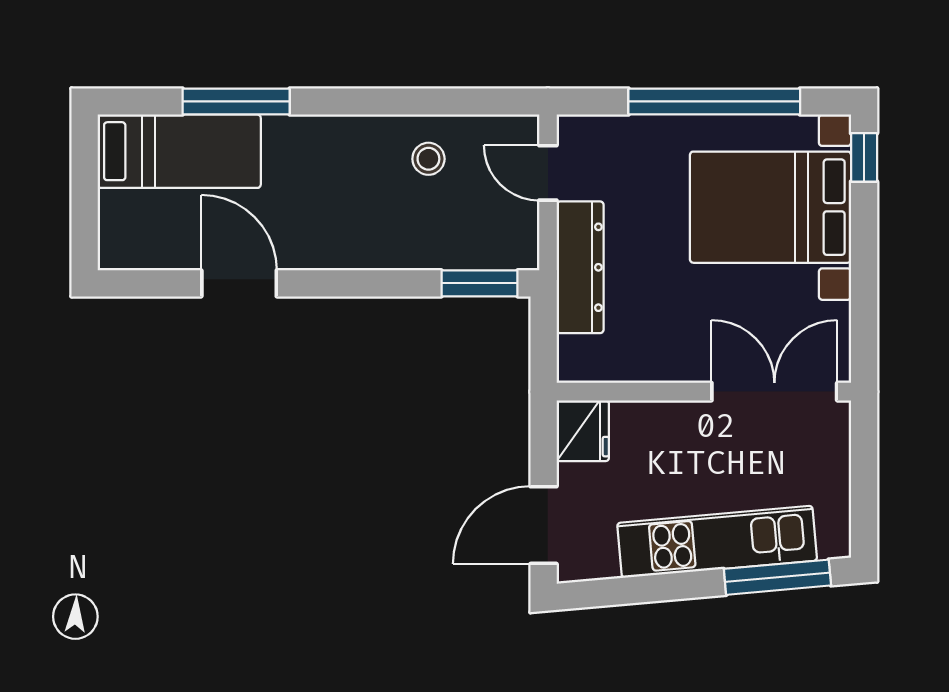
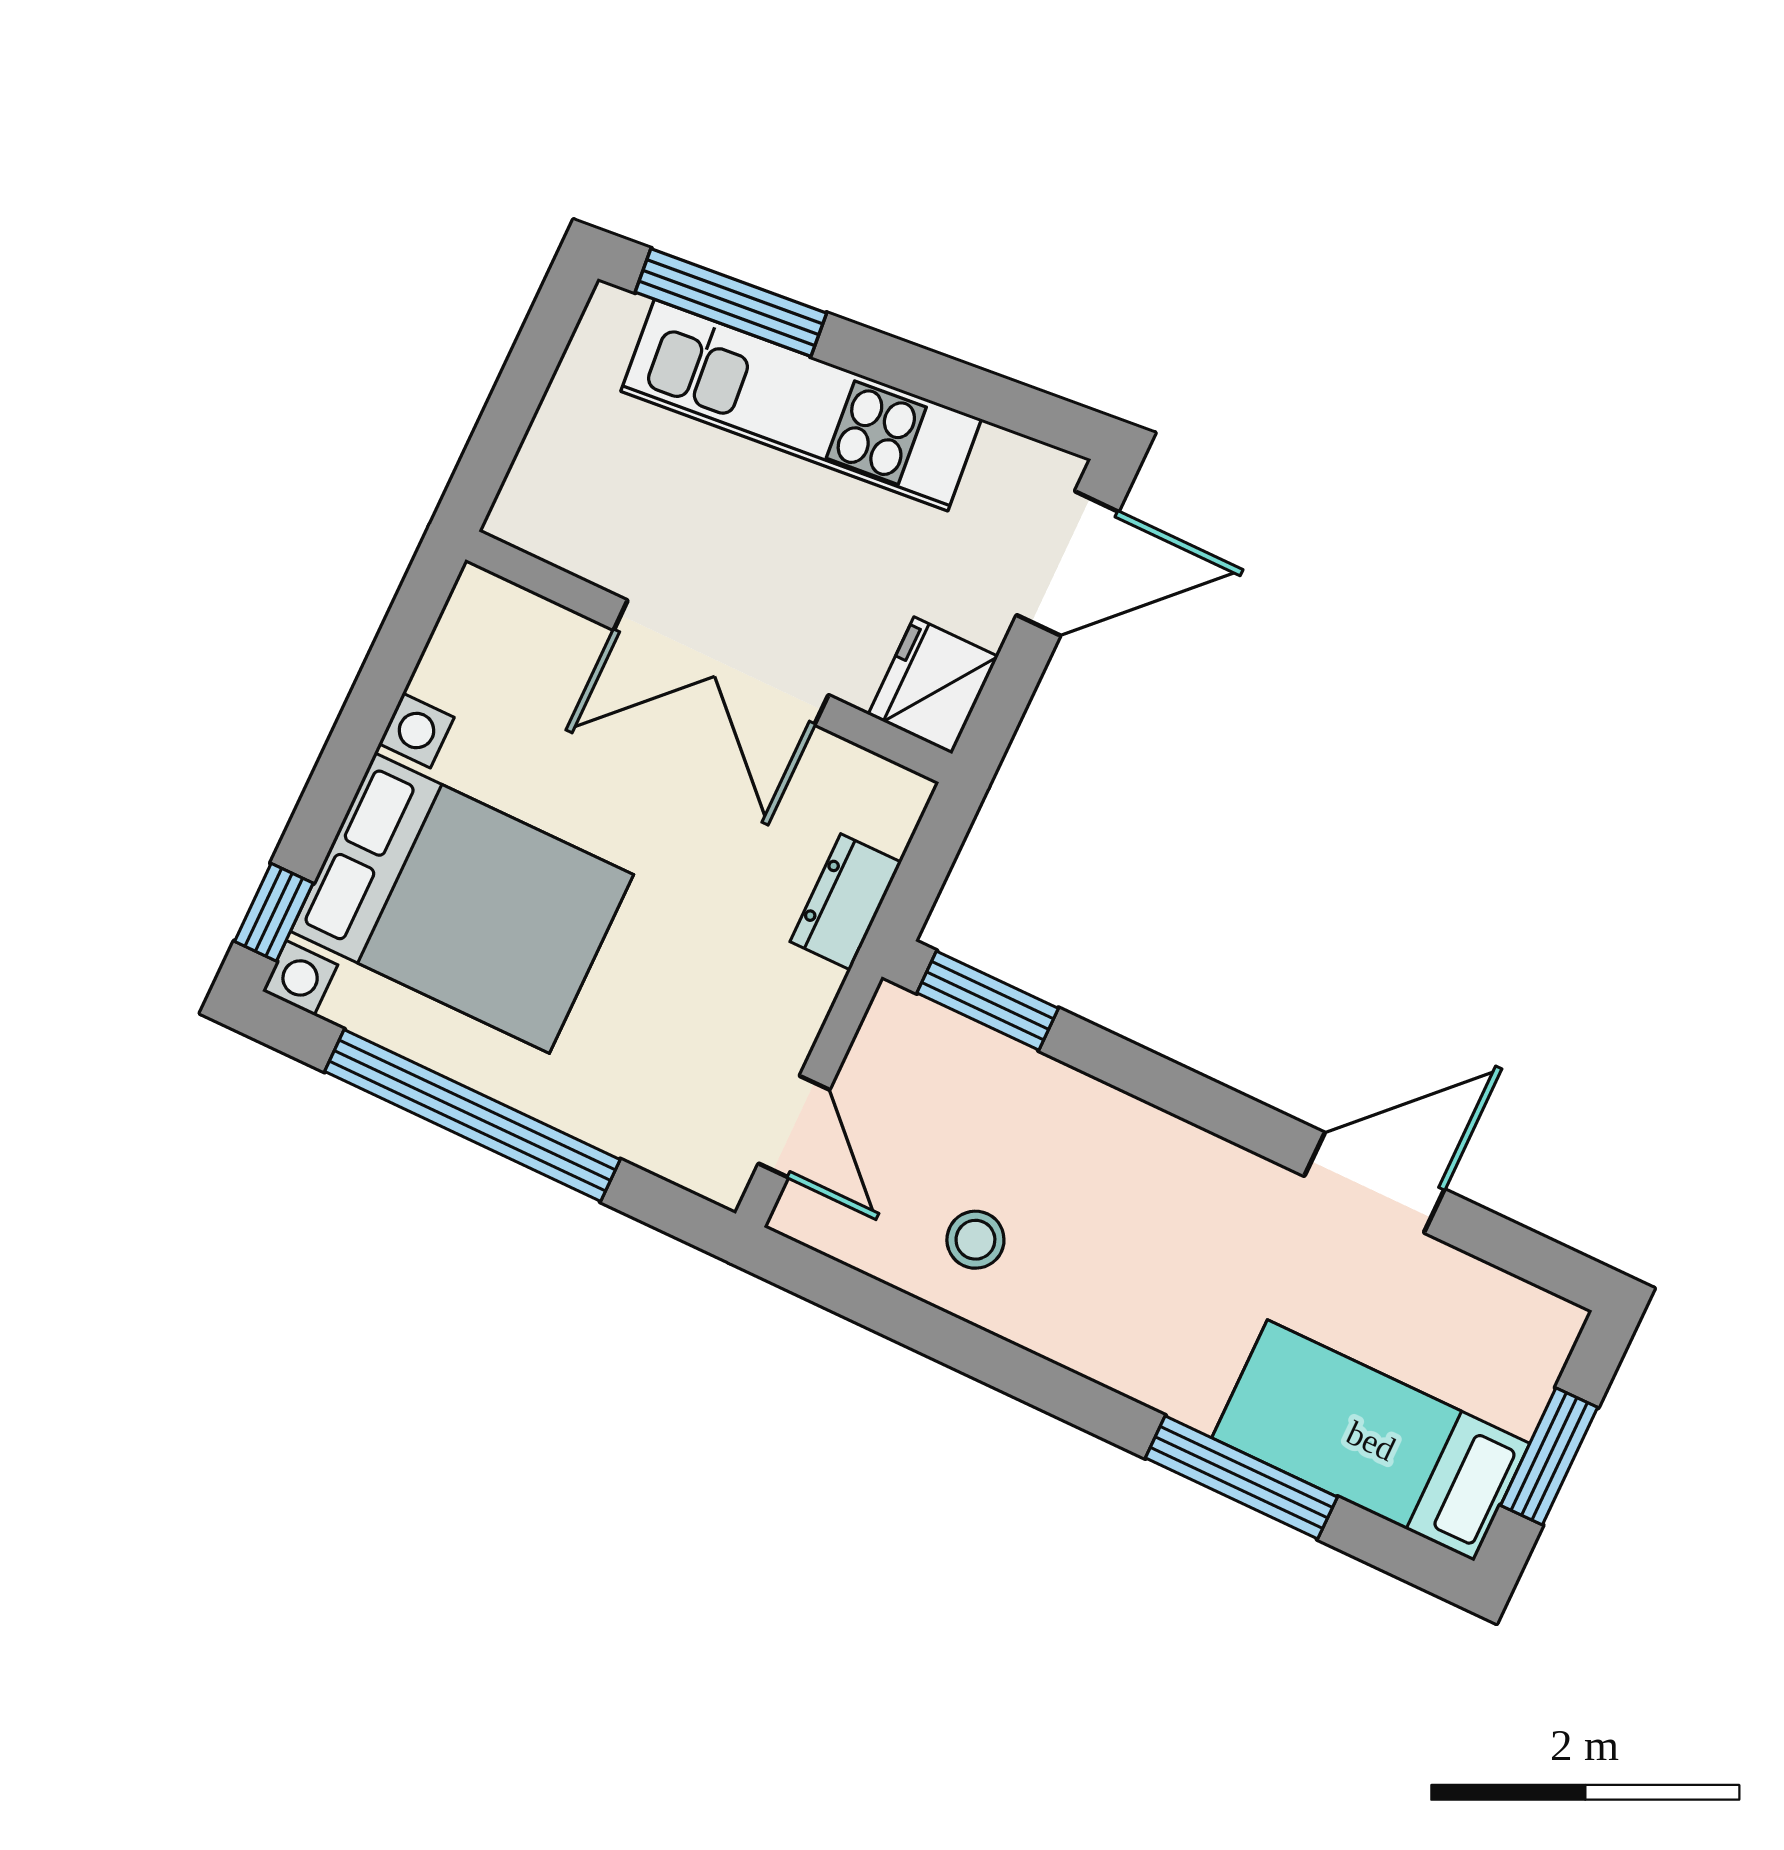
window: (85, 186) -> (1549, 1456), added
dresser: (580, 267) -> (846, 902), width x0.51, depth x0.80
door: (239, 283) -> (1374, 1183), swing flipped
double door: (774, 392) -> (721, 662), moved

